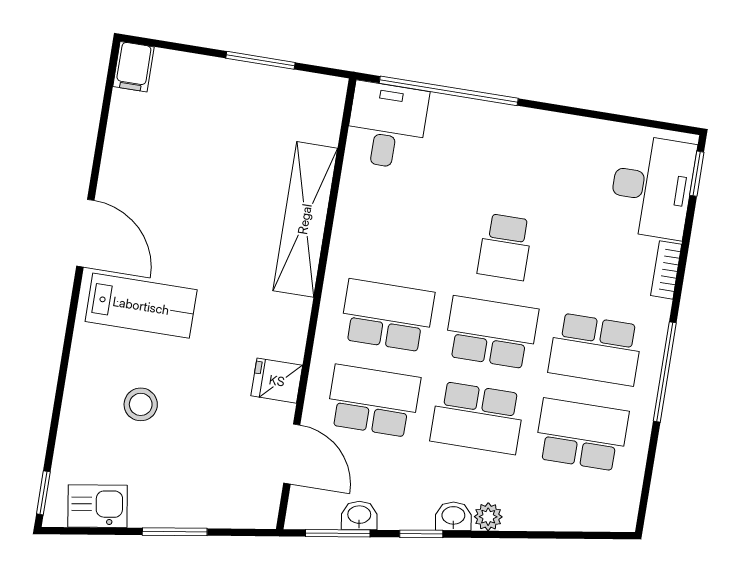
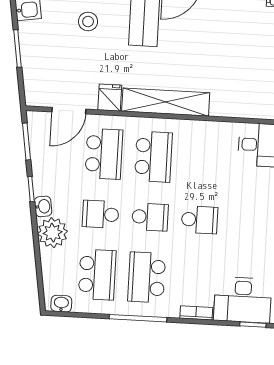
shelving: (305, 219) -> (166, 102), moved
school desk: (505, 247) -> (200, 220), turned 180
school desk: (491, 332) -> (150, 217), width x0.54
school desk: (477, 418) -> (101, 214), width x0.54
washbasin: (359, 515) -> (61, 304), moved, turned -81
plant: (488, 517) -> (53, 233), width x1.88, depth x1.88

